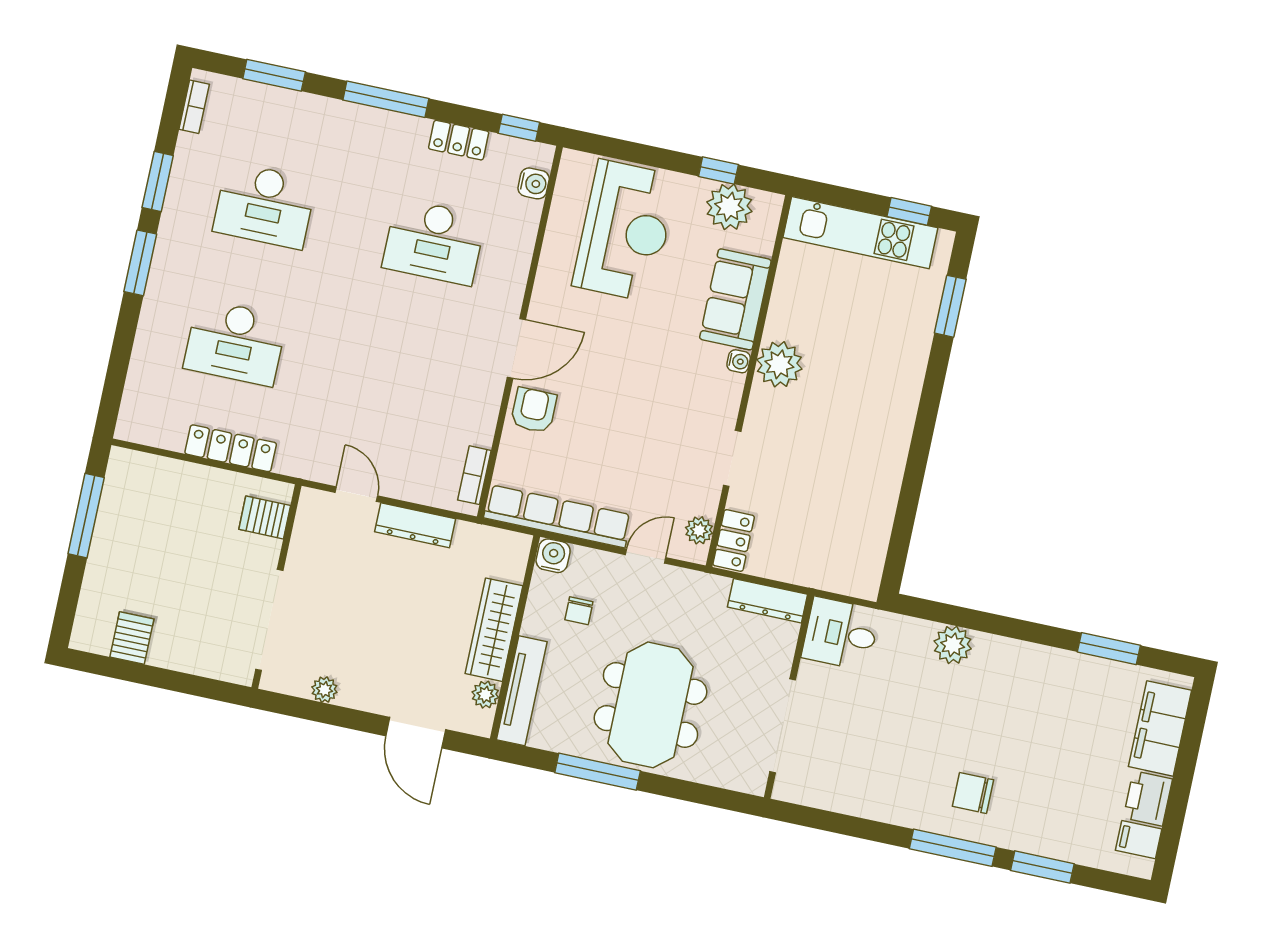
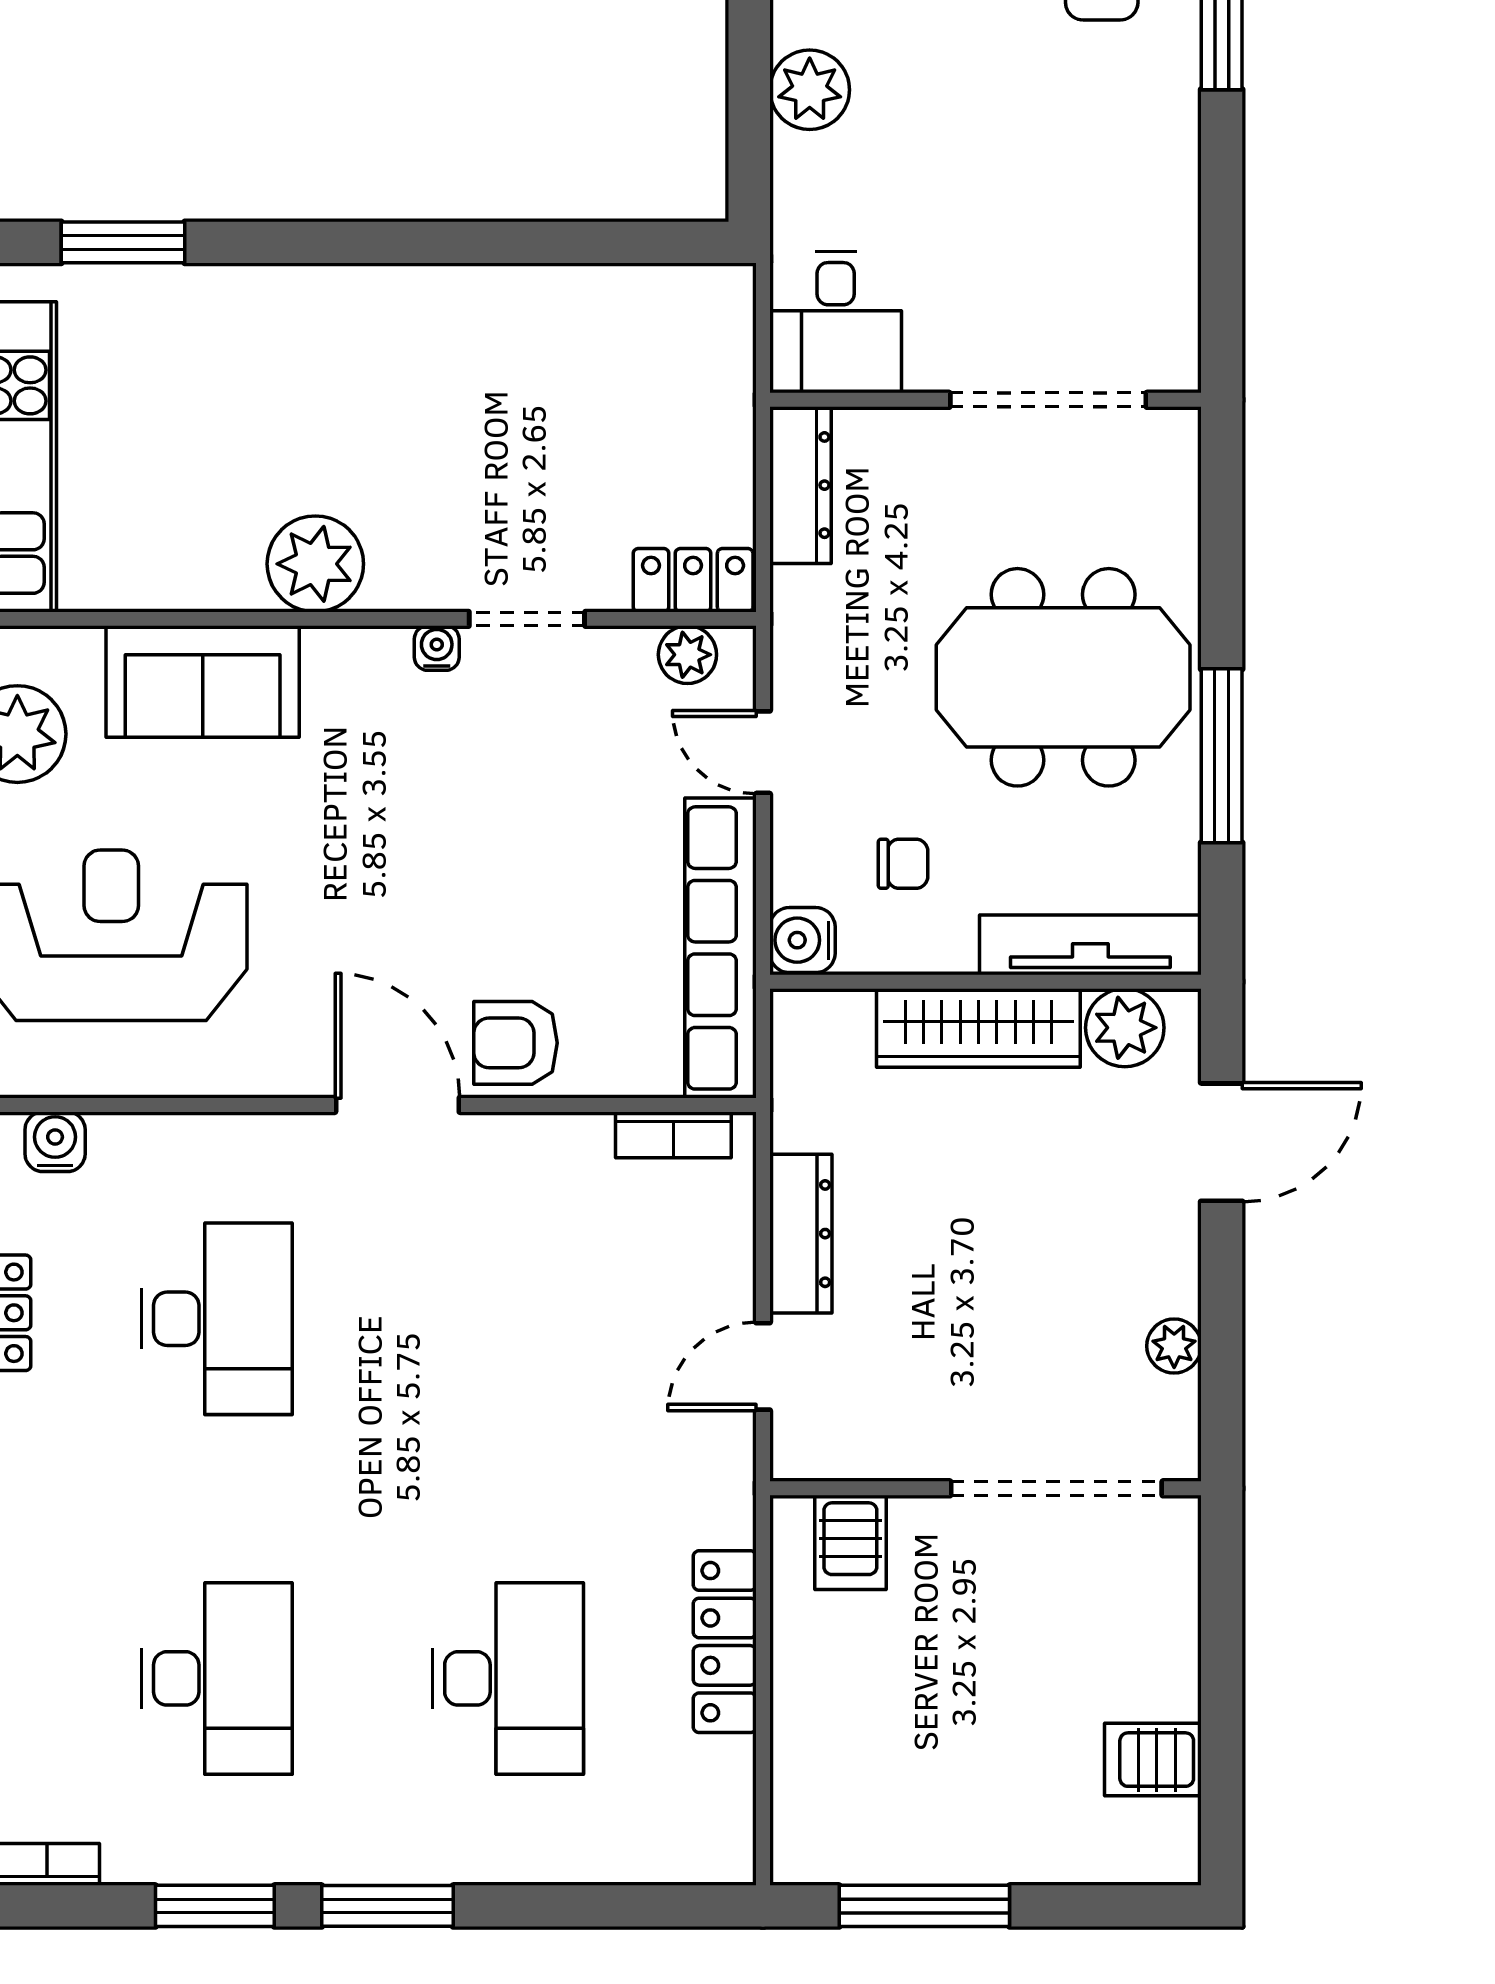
water cooler: (739, 361) -> (437, 648), moved
plant: (485, 695) -> (1125, 1028), width x1.38, depth x1.38

